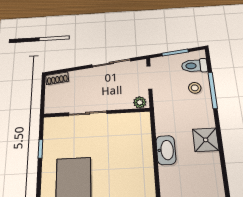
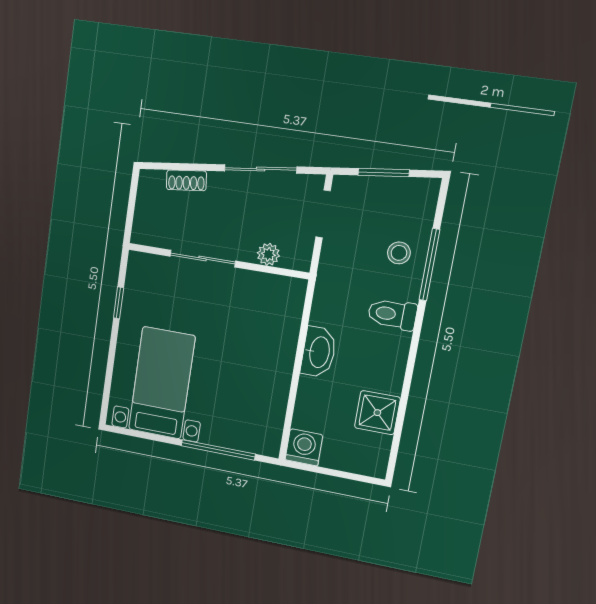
toilet: (194, 66) -> (392, 314), moved
shoe rack: (57, 78) -> (186, 180), moved
plant: (140, 102) -> (268, 254), moved
shower: (206, 140) -> (377, 413), moved

